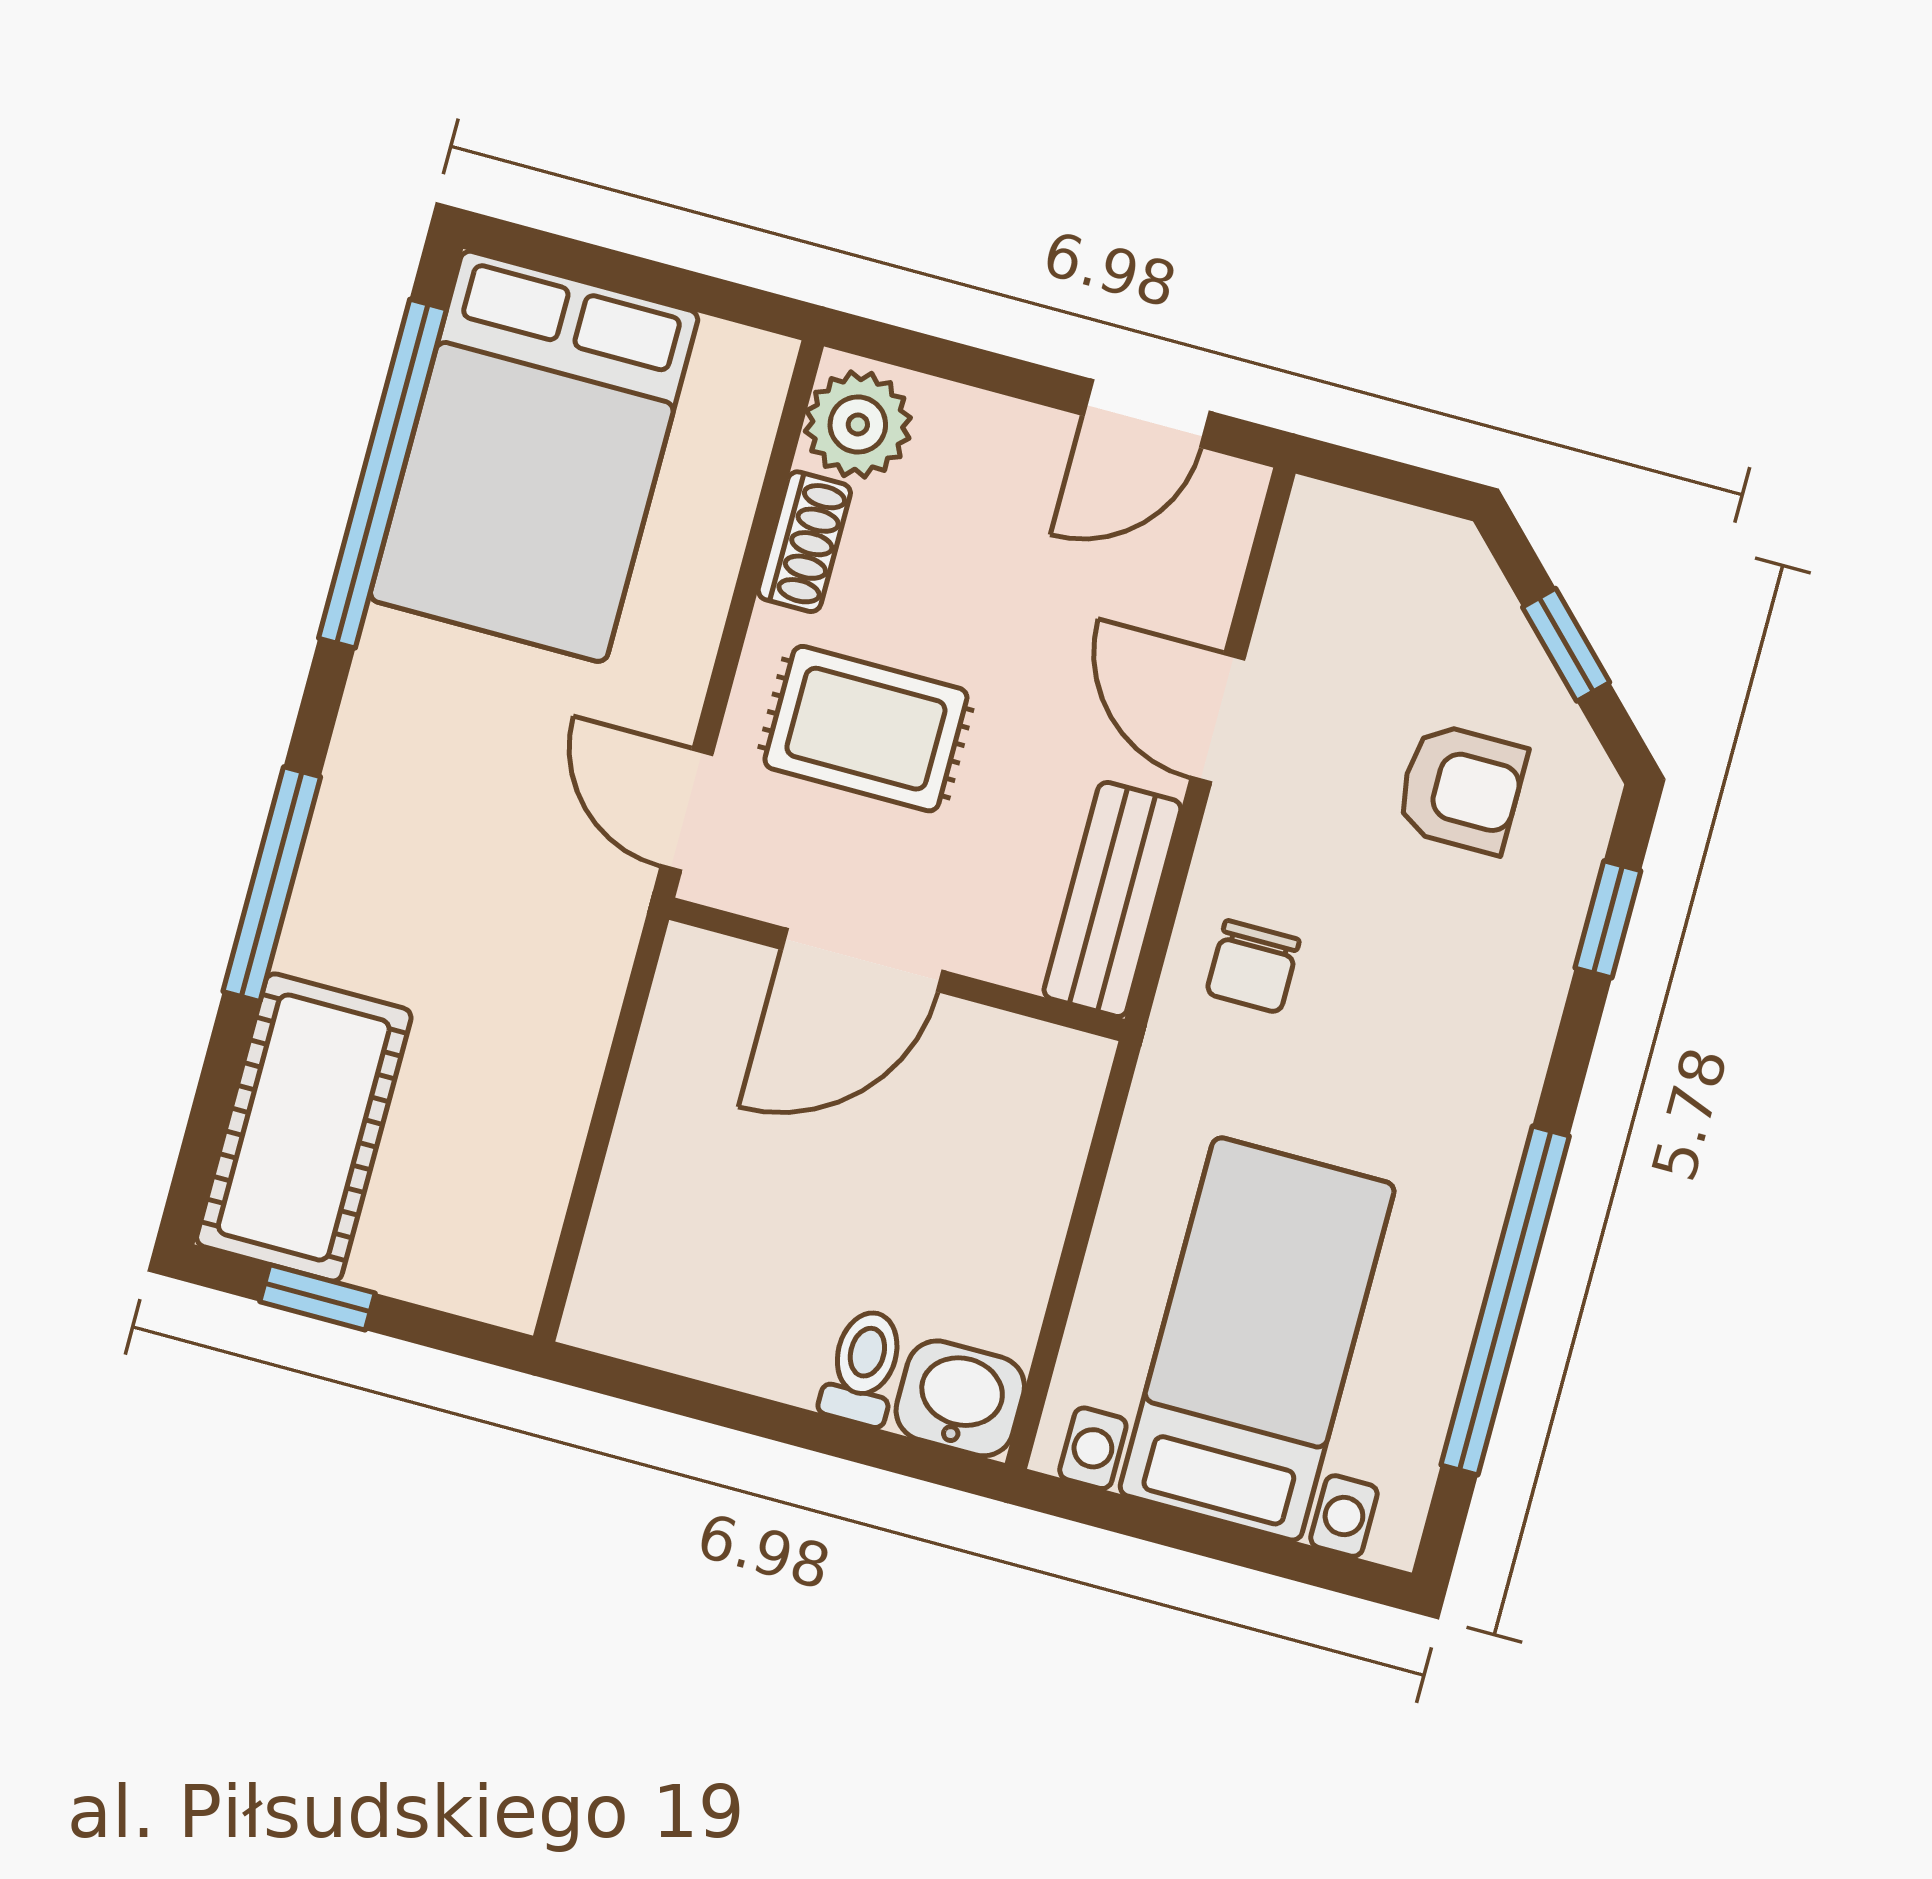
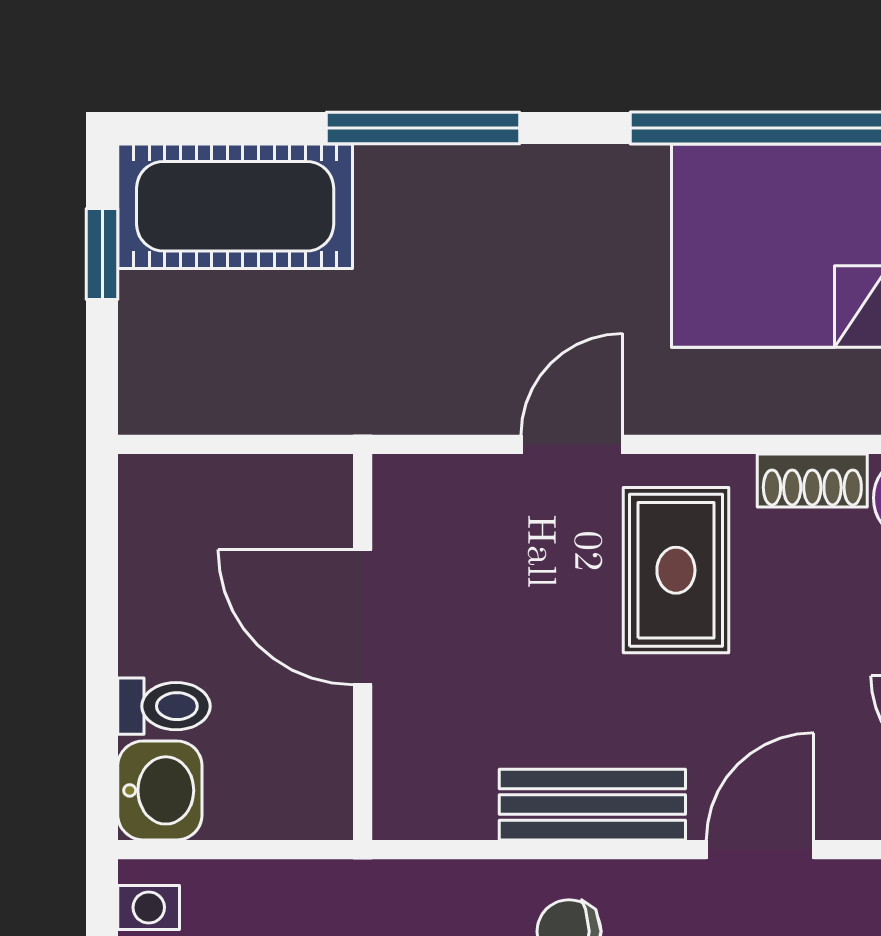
door: (862, 960) -> (363, 617), moved
wall: (897, 969) -> (363, 647), moved

